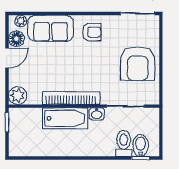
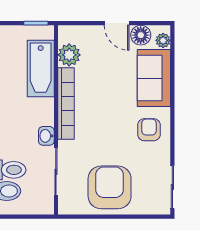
armchair: (92, 32) -> (149, 130), turned 180
armchair: (138, 64) -> (110, 187), turned 90
plant: (18, 96) -> (69, 55), moved
bathtub: (65, 118) -> (41, 69), moved

